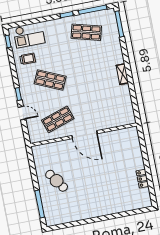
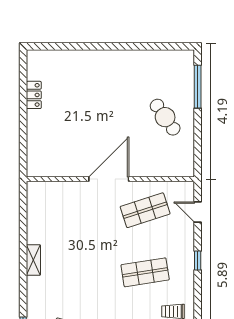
shop shelf: (50, 80) -> (145, 272), turned -33
door: (22, 113) -> (198, 212), moved
door: (85, 135) -> (109, 179), hinge flipped

